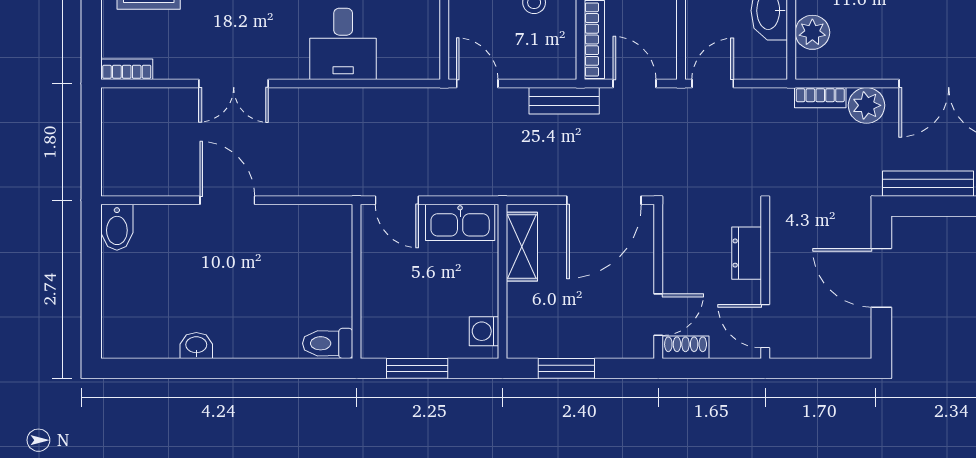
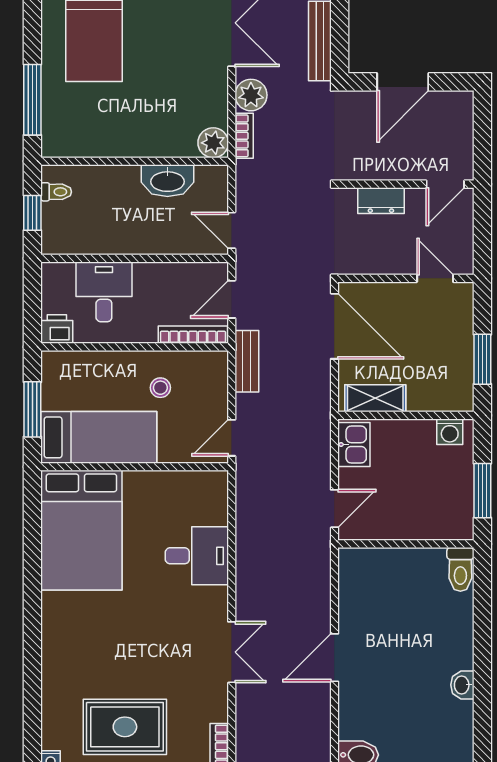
plant: (812, 32) -> (213, 143), moved
kitchen sink: (460, 222) -> (354, 445), width x0.73
shoe rack: (686, 347) -> (464, 254), removed

